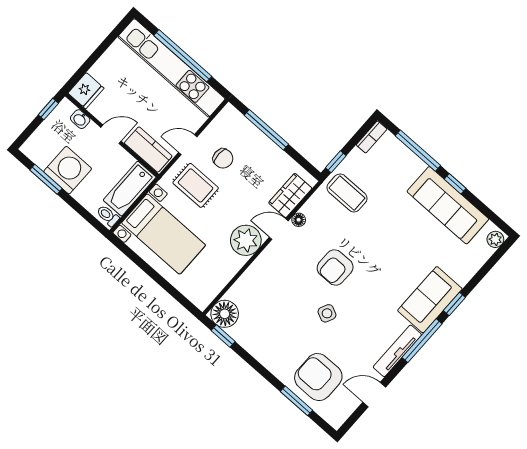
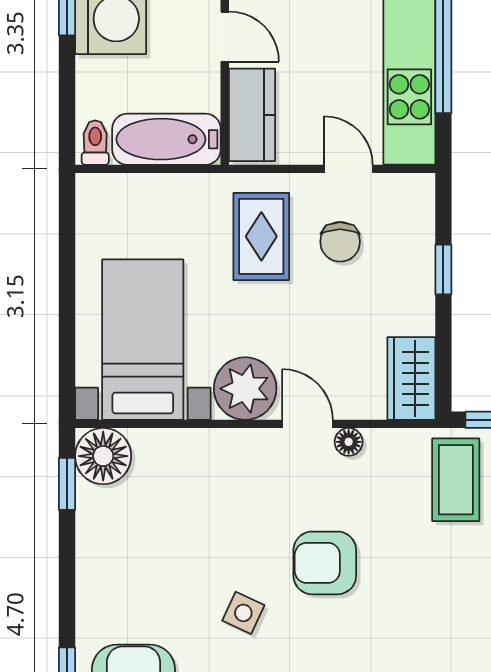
window: (266, 130) -> (443, 270), width x0.46
door: (188, 145) -> (348, 169), moved
wardrobe: (290, 195) -> (411, 379), moved, turned -90
bed with nightstands: (163, 234) -> (143, 340), moved, turned 180

